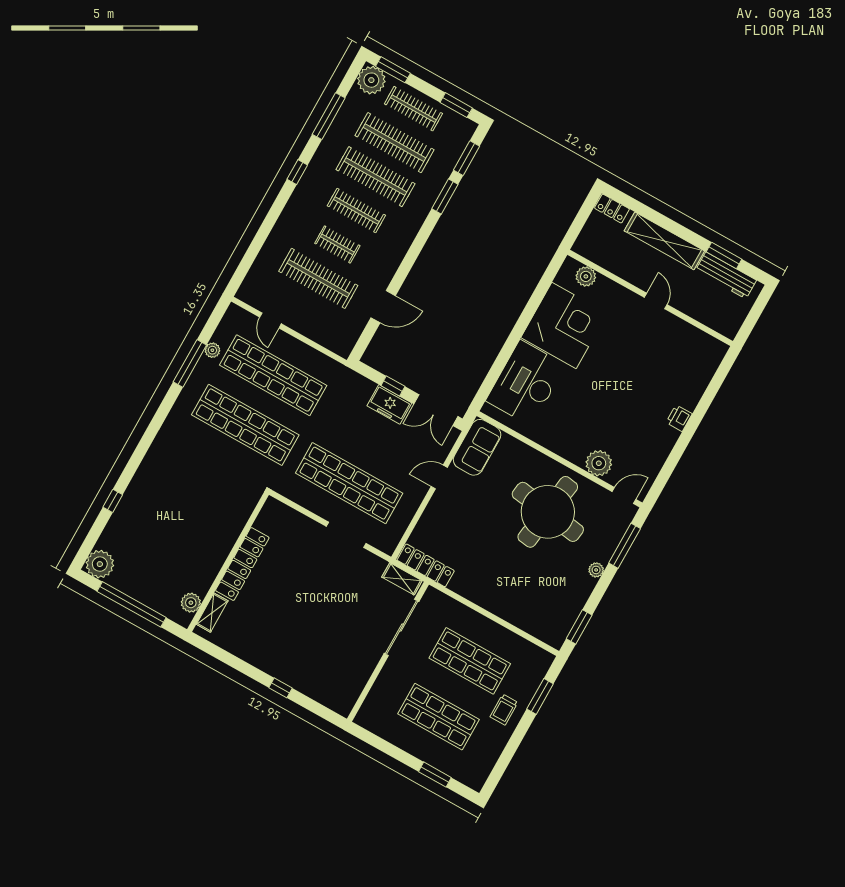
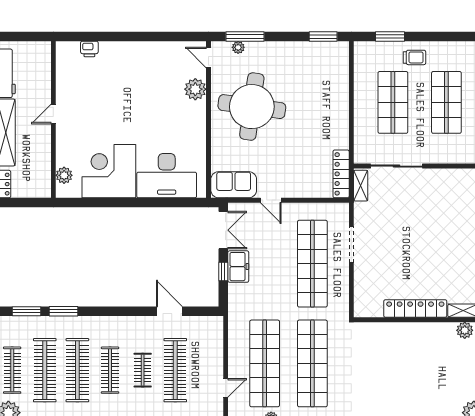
printer: (679, 418) -> (89, 49), moved
plant: (596, 570) -> (238, 47), moved

